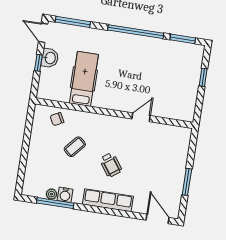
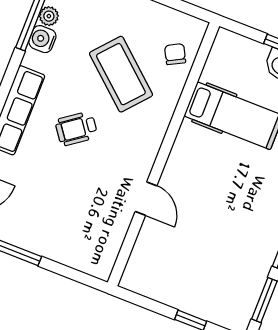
coffee table: (75, 147) -> (121, 74), width x1.86, depth x1.72

